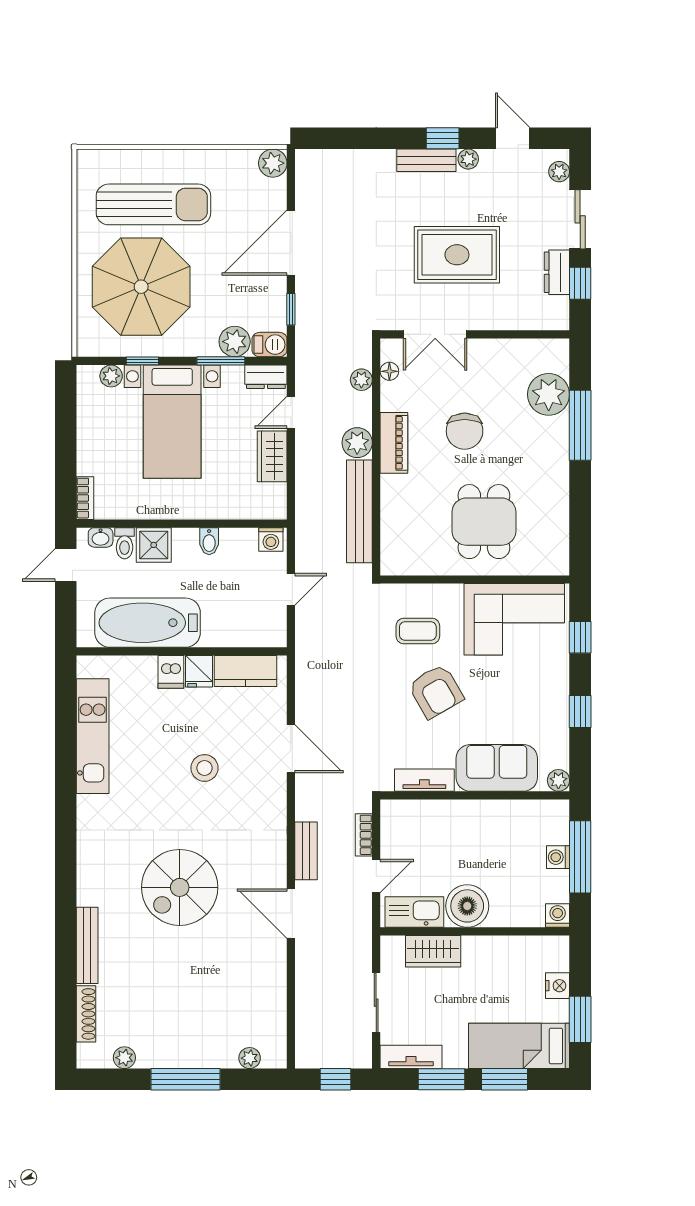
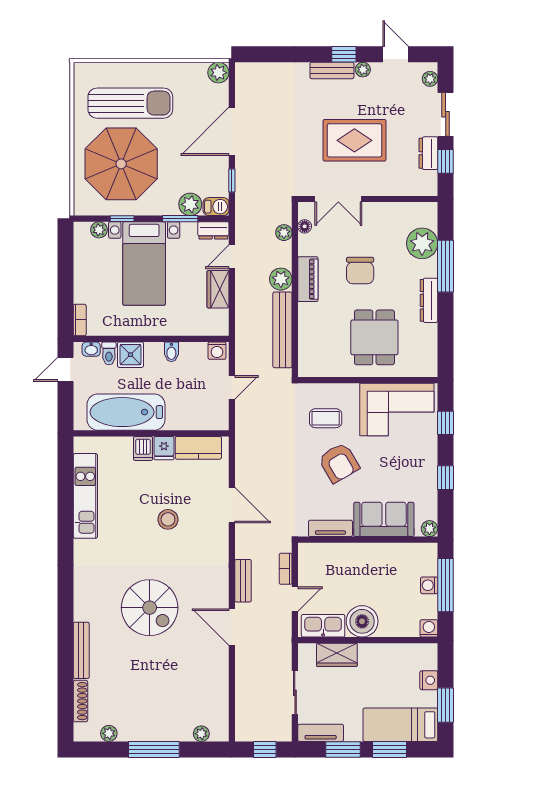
dresser: (558, 471) -> (429, 300), added
spiral stairs: (180, 887) -> (150, 608), turned -90

